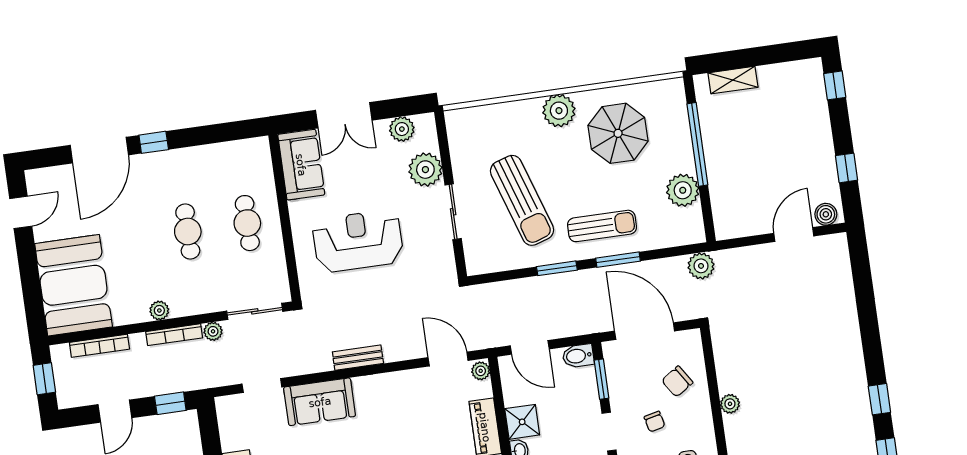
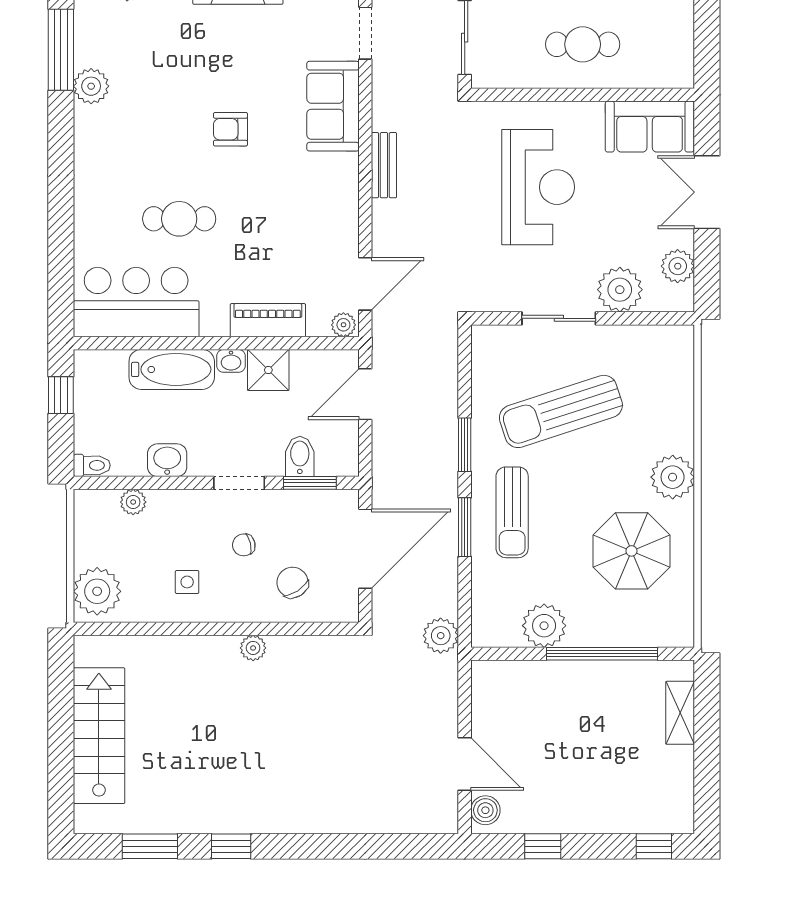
bidet: (578, 356) -> (300, 456), moved

